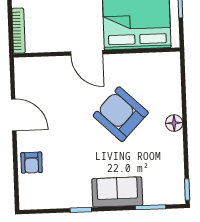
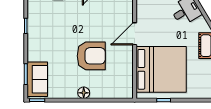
armchair: (121, 114) -> (91, 56), turned 46
sofa: (117, 192) -> (37, 79), moved

